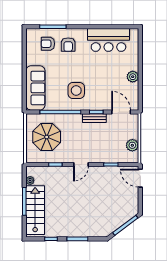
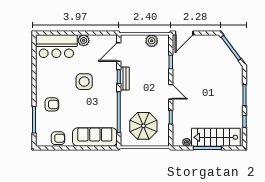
bar counter: (108, 40) -> (56, 46), moved, turned 90
armchair: (48, 44) -> (58, 138), moved, turned -90
side table: (76, 90) -> (84, 82), moved

